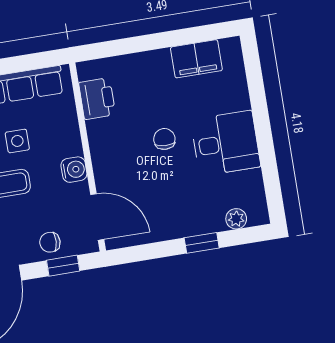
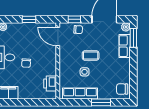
water cooler: (74, 170) -> (64, 57), removed
window: (202, 243) -> (29, 19), moved

